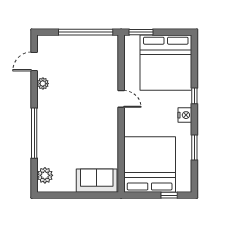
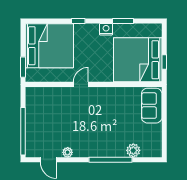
window: (86, 32) -> (23, 131), moved
nightstand: (185, 115) -> (106, 29), moved
plant: (45, 175) -> (133, 150), moved
window: (169, 195) -> (164, 62), moved

